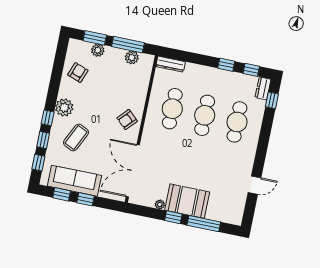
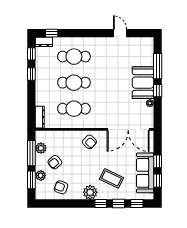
armchair: (111, 71) -> (55, 162), added

